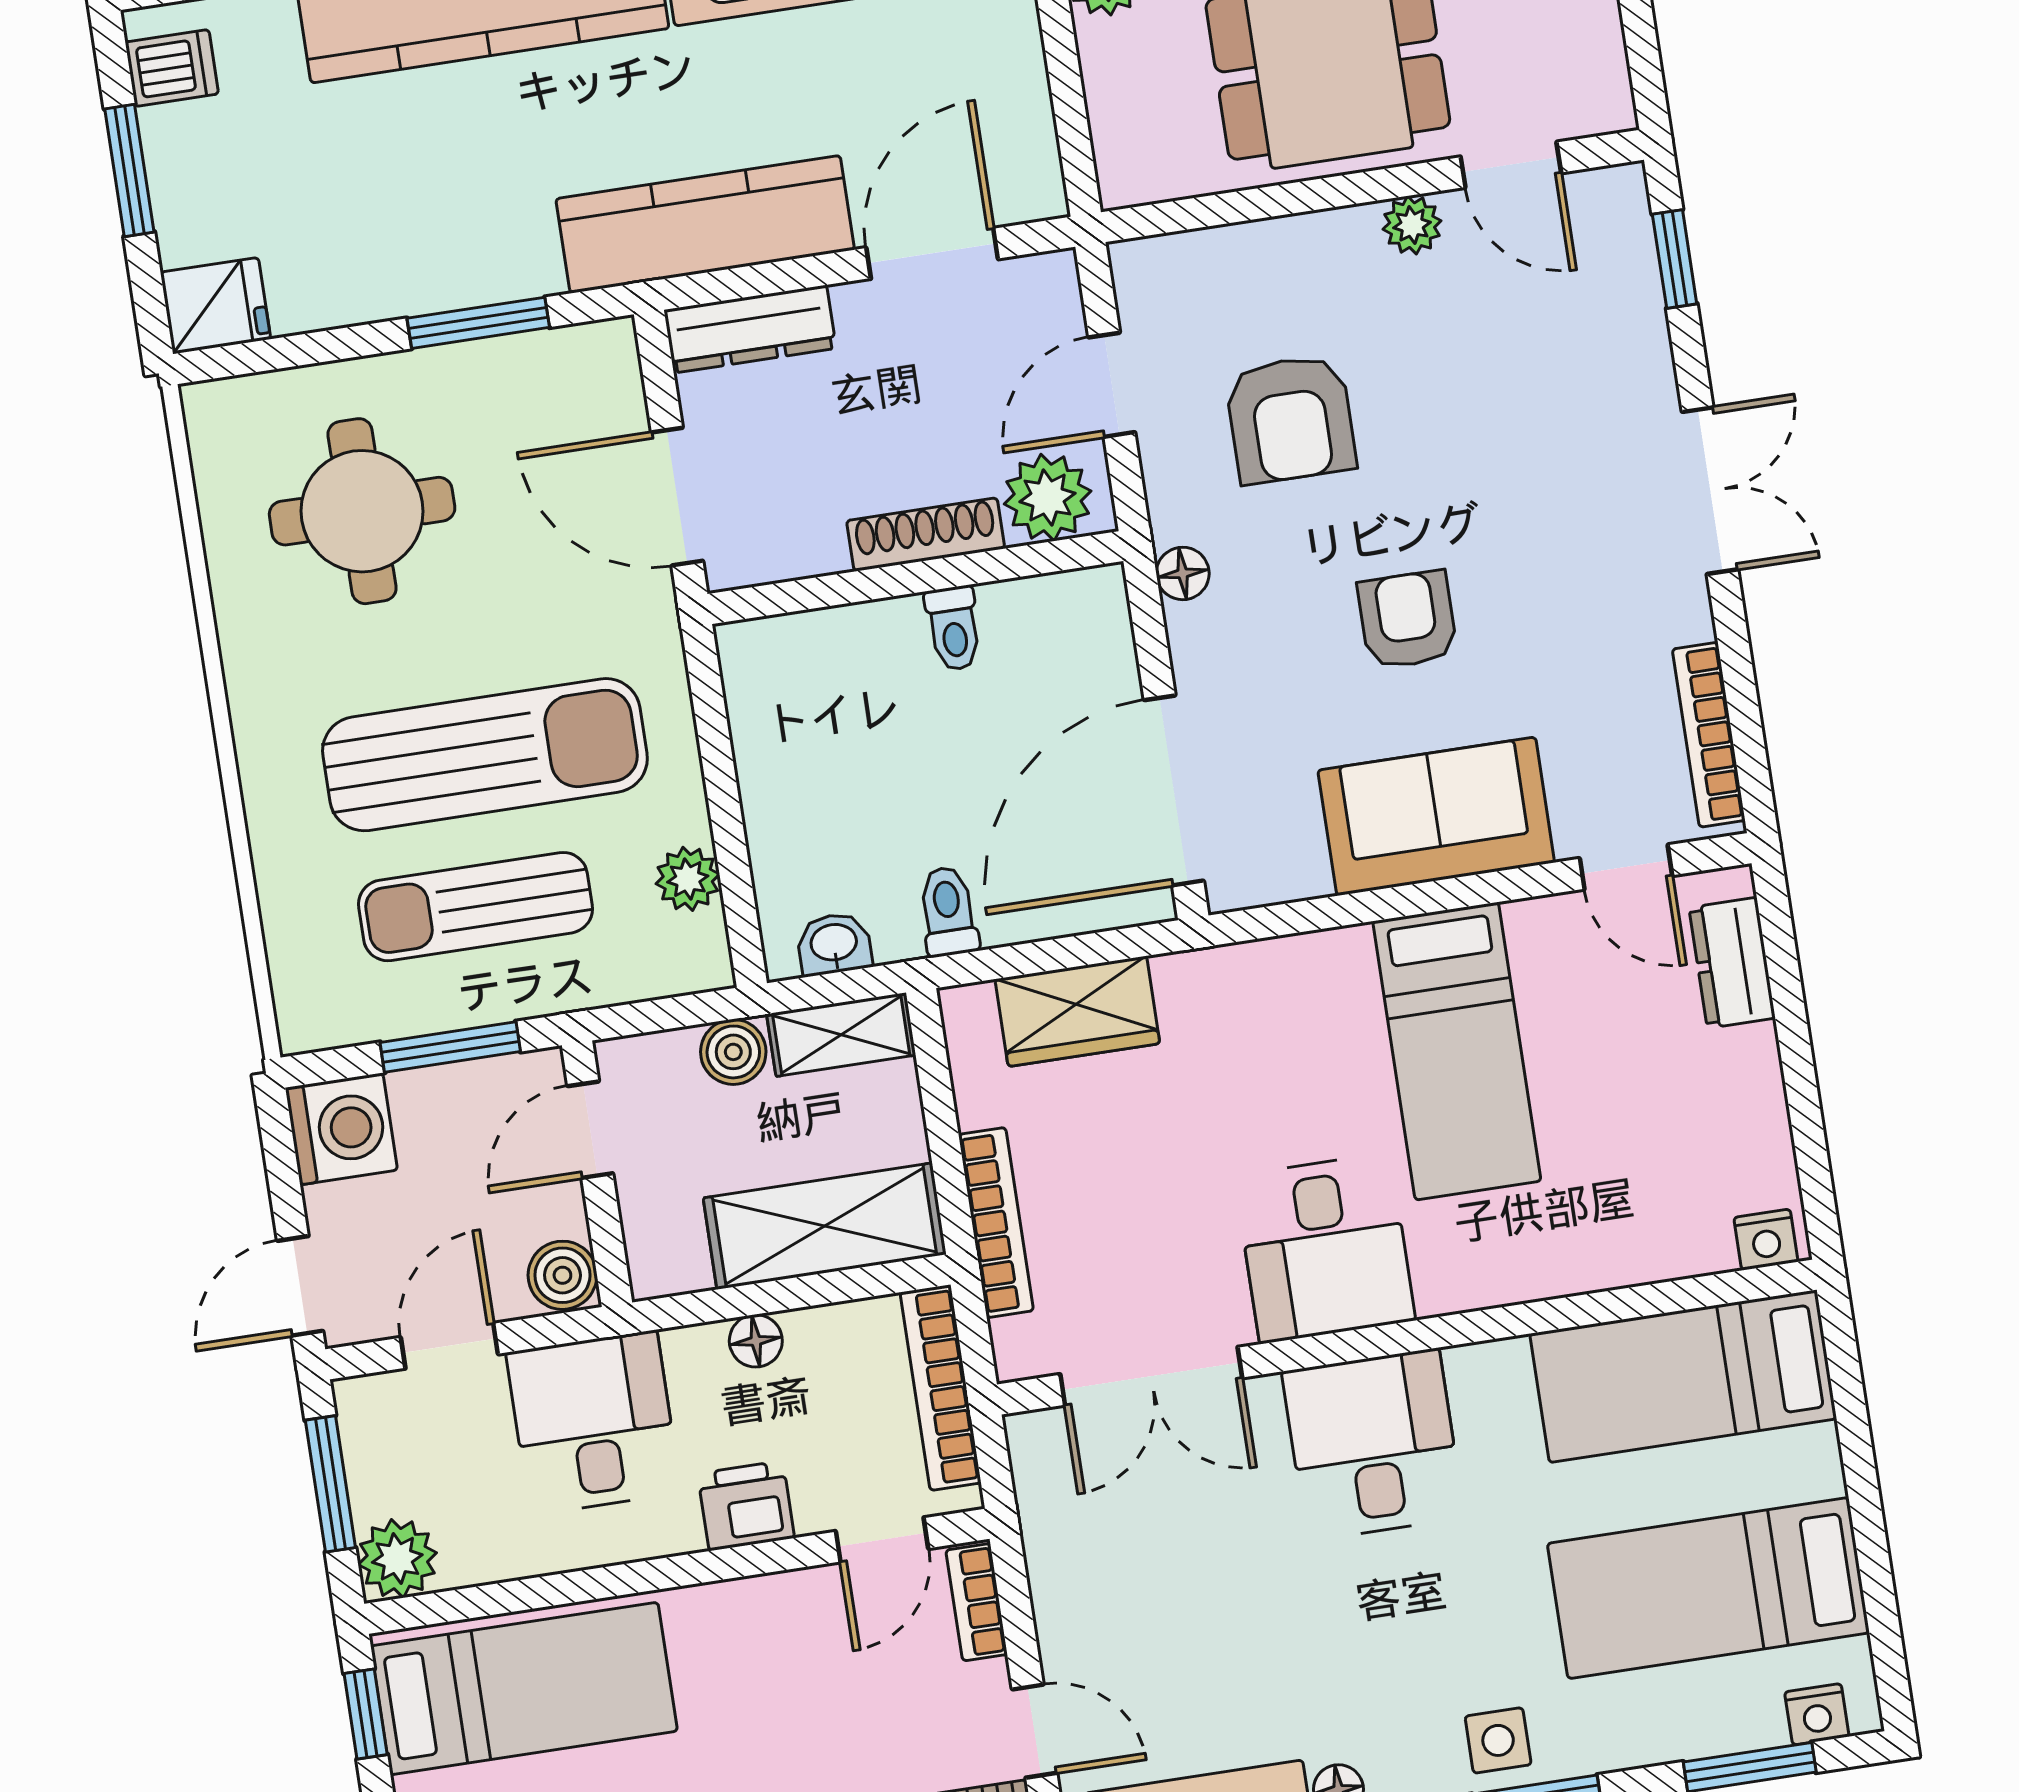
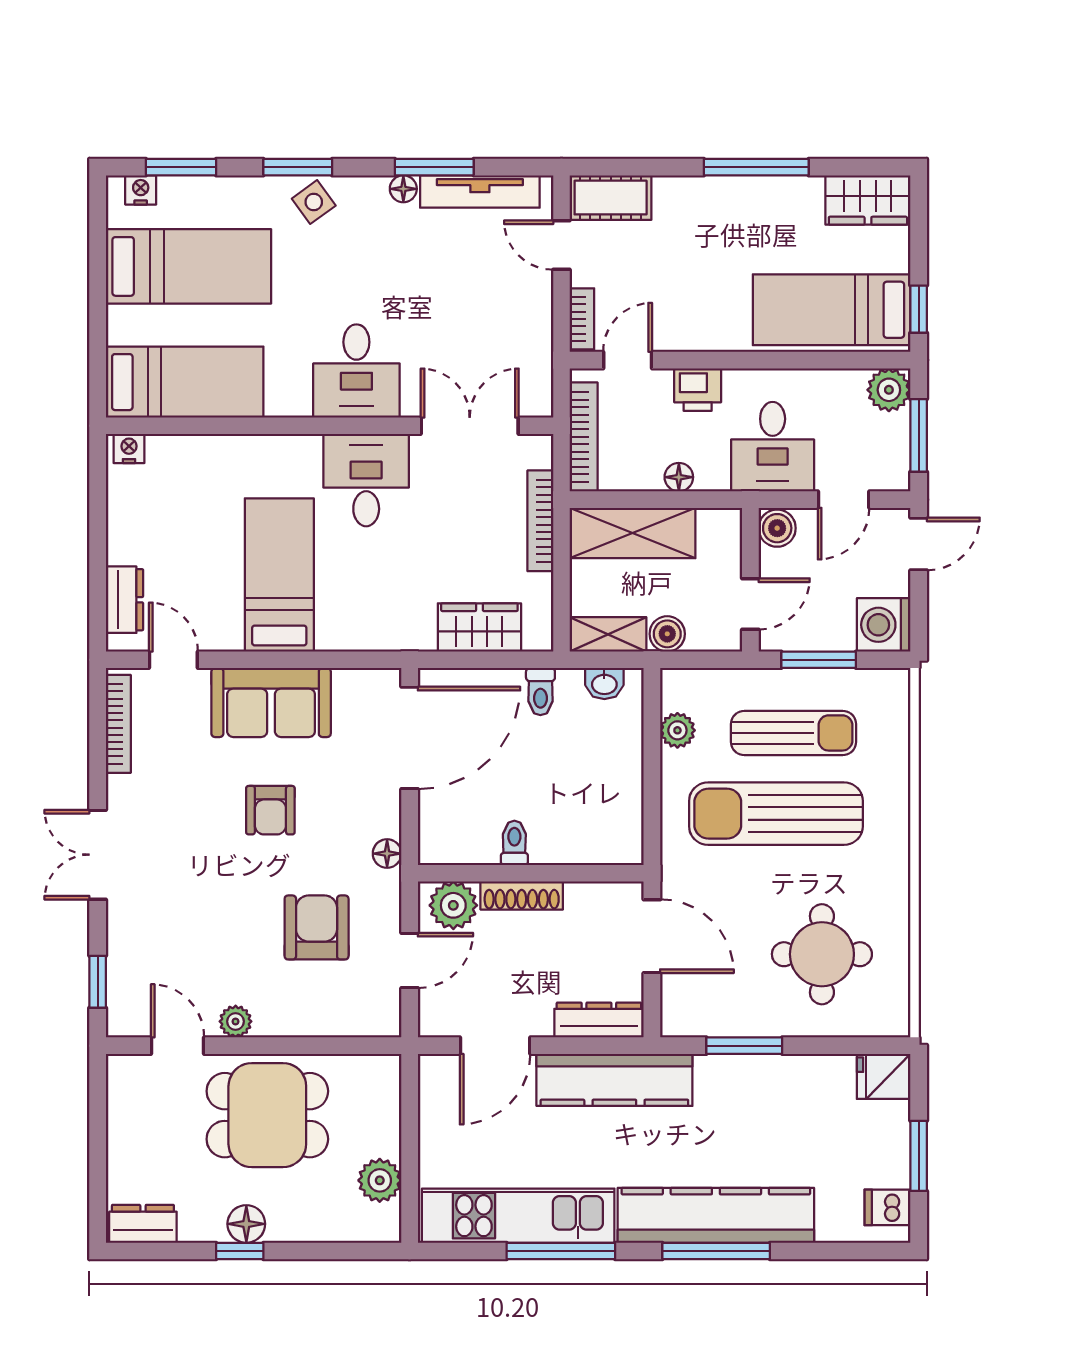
side table: (1498, 1740) -> (314, 202), turned -36

